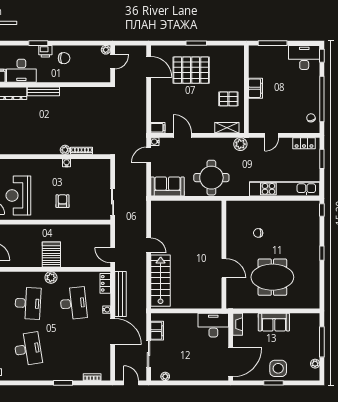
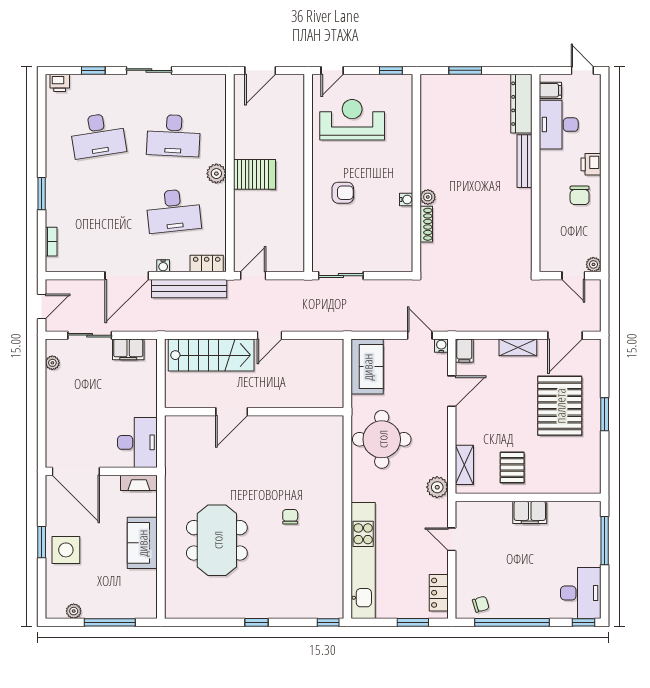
window: (38, 43) -> (605, 153), removed
shelving: (156, 95) -> (518, 347), added
wall: (224, 255) -> (254, 412), moved
door: (224, 268) -> (232, 412), moved

